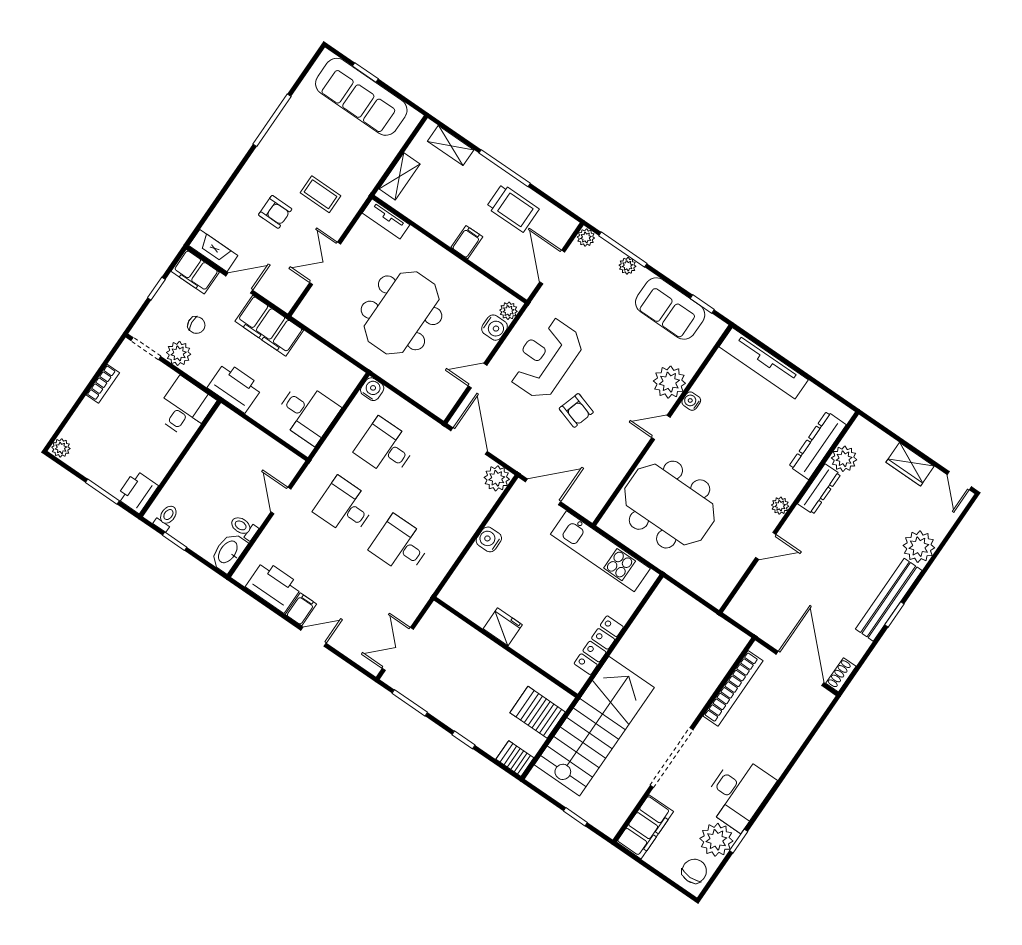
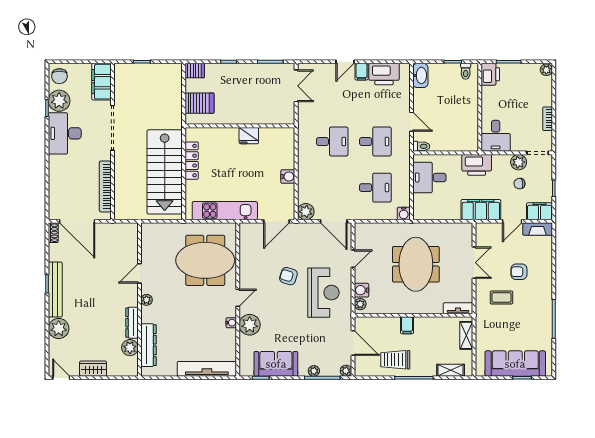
toilet: (244, 527) -> (421, 146), moved
stairs: (594, 726) -> (165, 172), moved

